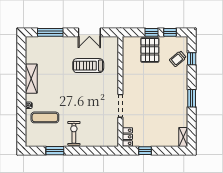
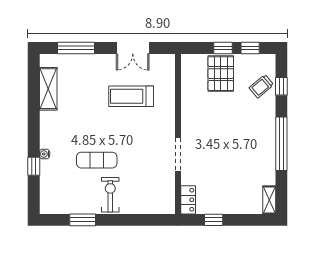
shelving: (31, 79) -> (48, 89), moved
window: (192, 98) -> (281, 144), width x2.11
window: (21, 114) -> (34, 166), added
exercise mat: (45, 117) -> (97, 160), moved

